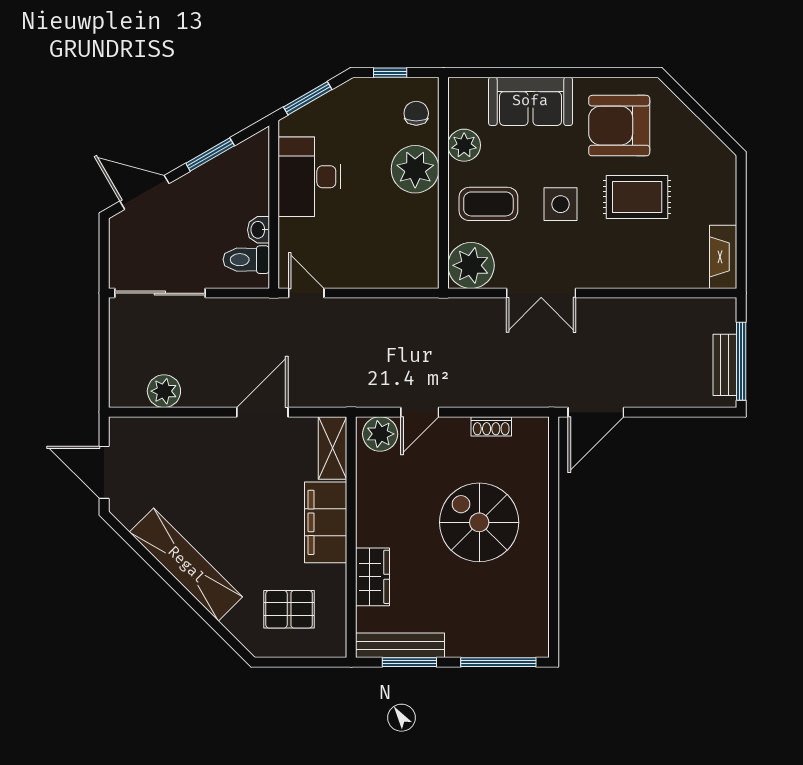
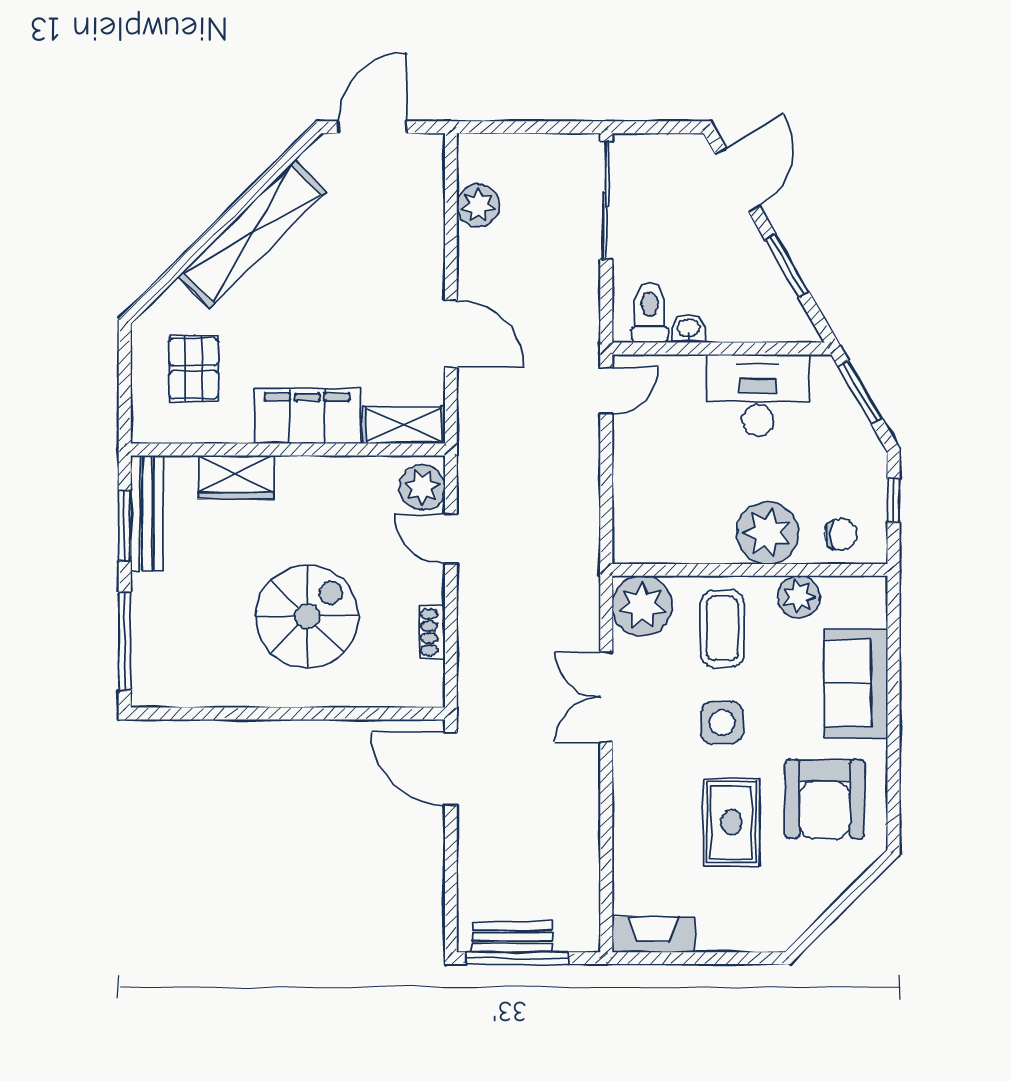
armchair: (619, 126) -> (825, 799), turned 180

